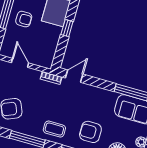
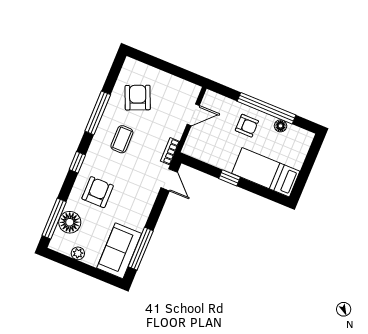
armchair: (24, 19) -> (247, 126), turned -90
coffee table: (54, 129) -> (122, 139), moved

